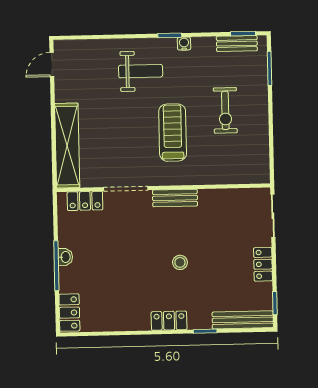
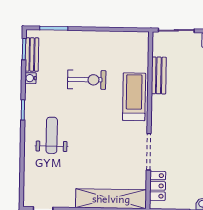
water cooler: (184, 44) -> (31, 78), moved
exercise bike: (225, 110) -> (87, 80), moved
treadmill: (173, 133) -> (134, 97), moved, turned 90
bench: (175, 198) -> (159, 75), moved

